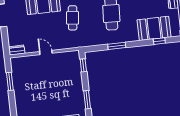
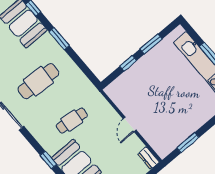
window: (117, 46) -> (59, 39), moved
window: (83, 65) -> (128, 63), moved

